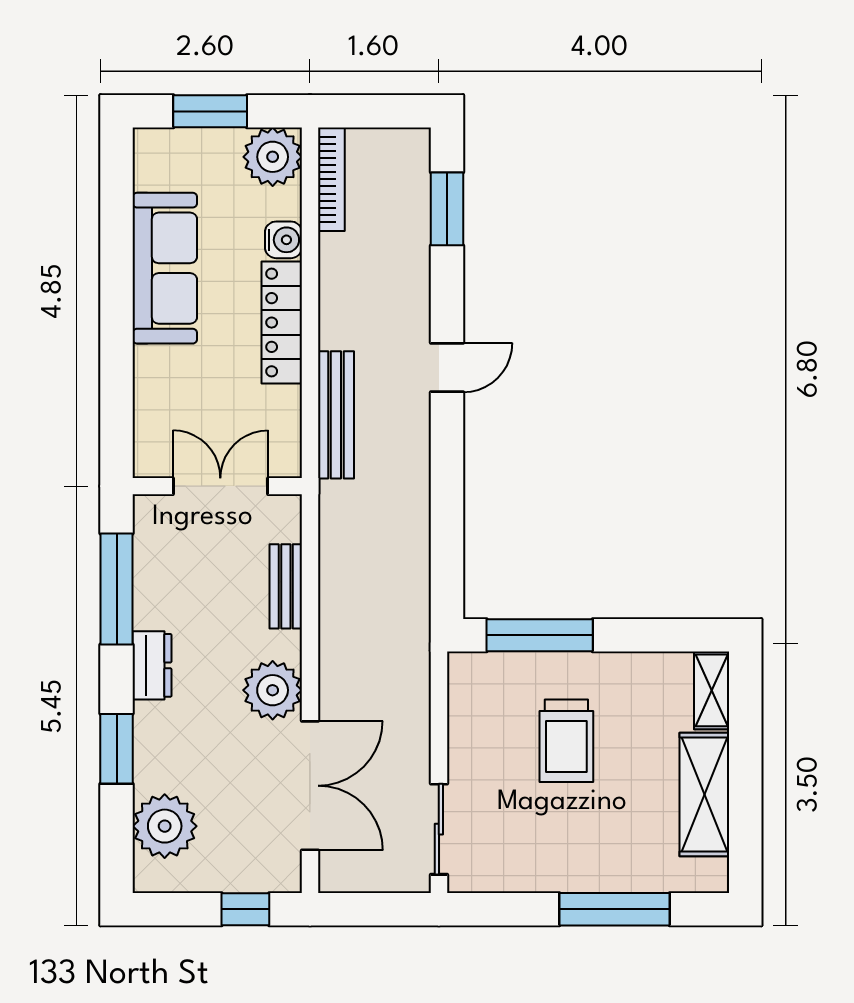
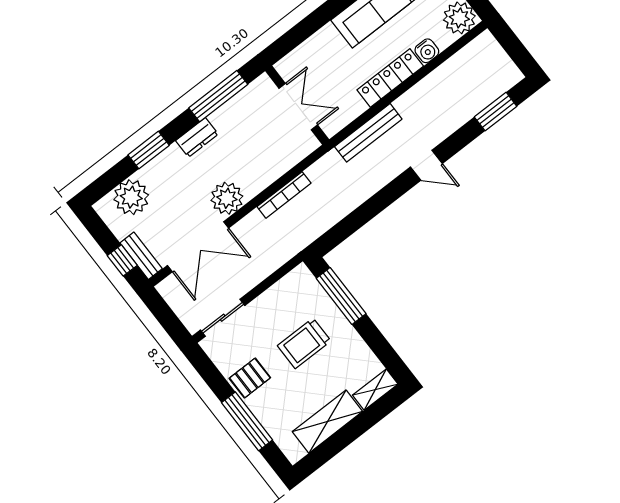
bookcase: (331, 179) -> (284, 195), moved
bench: (286, 586) -> (141, 256), moved, turned 90
pallet: (556, 857) -> (250, 378), added

